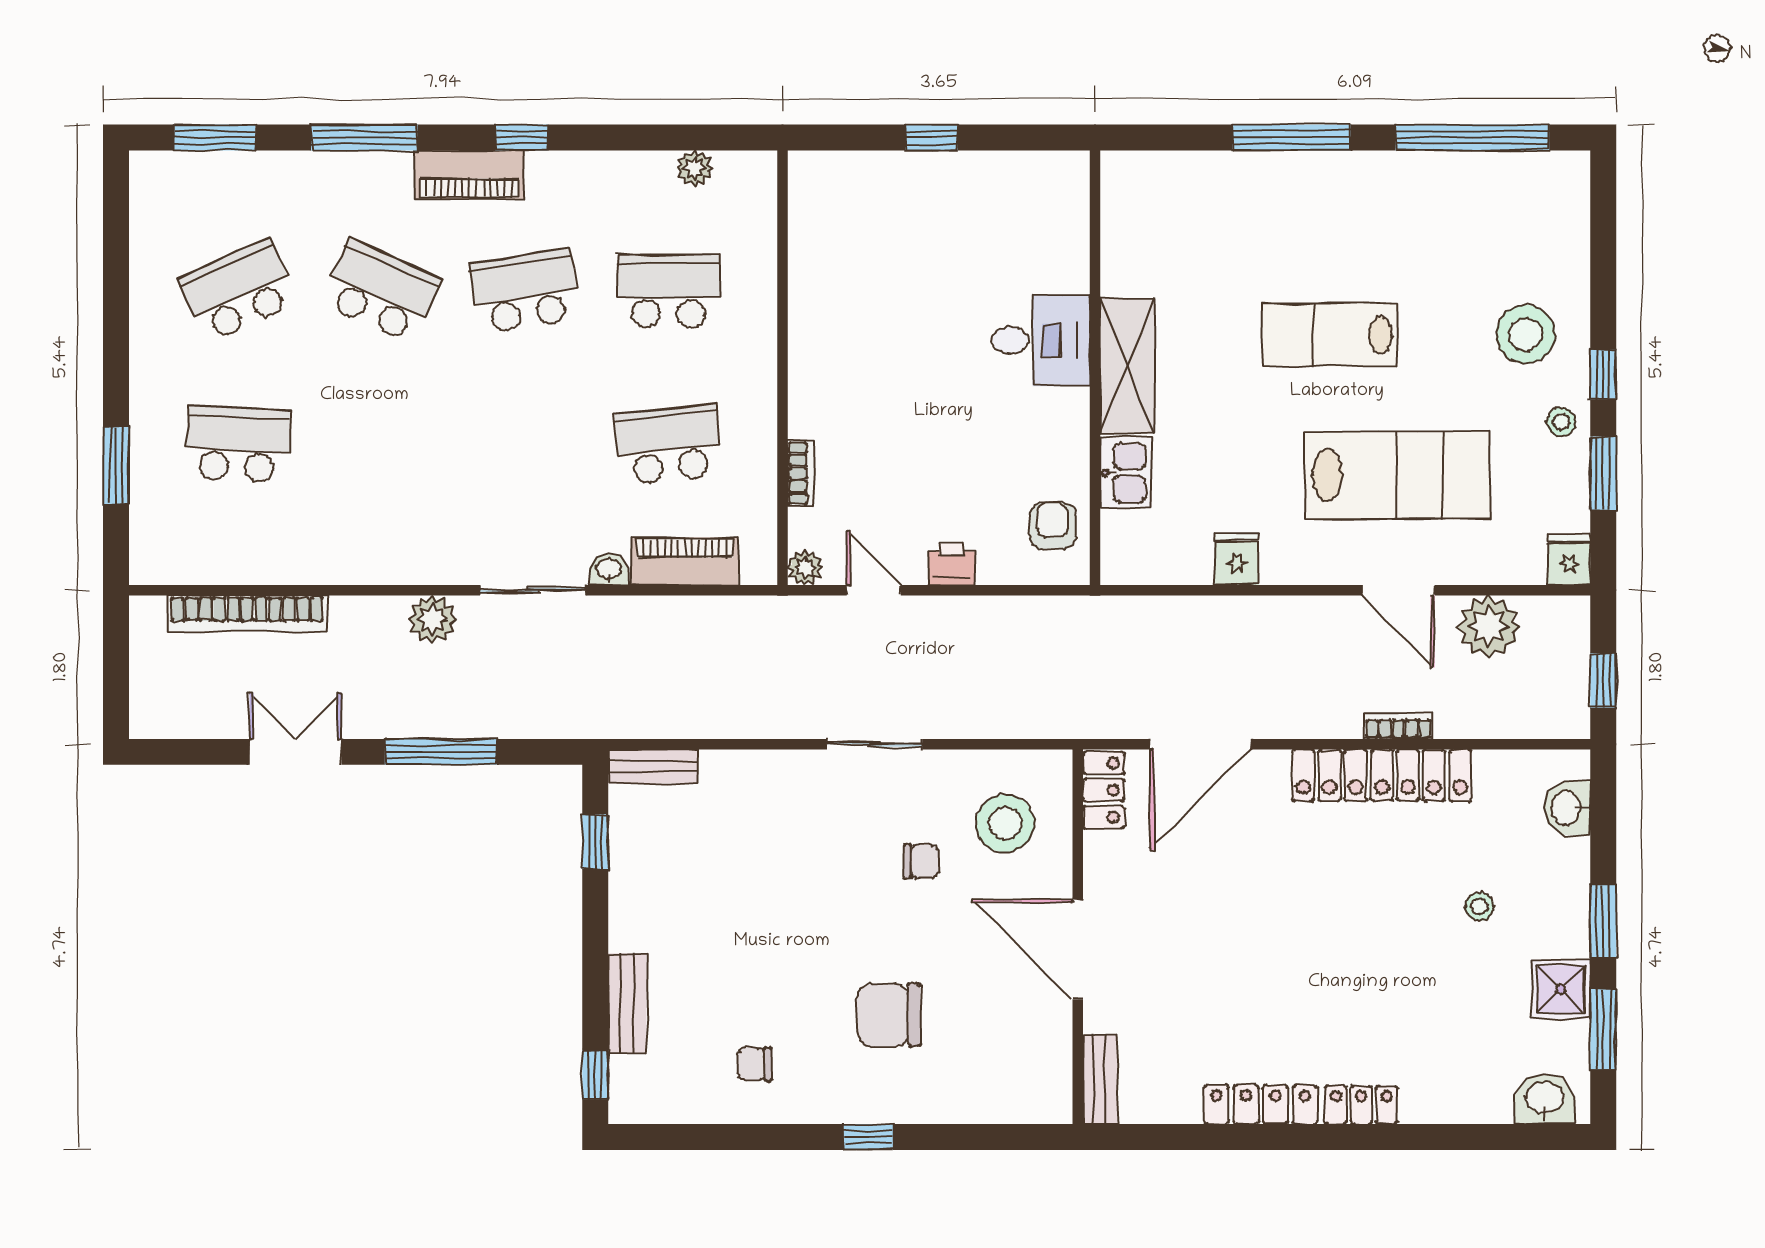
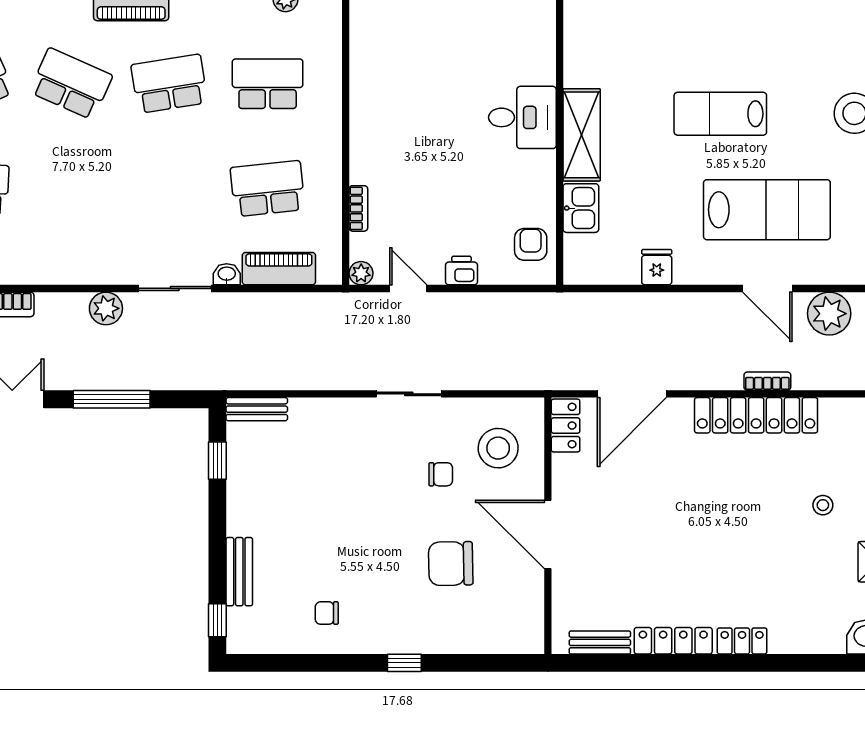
chair: (889, 1015) -> (451, 564), moved
bench: (1100, 1079) -> (600, 642), moved, turned 90

